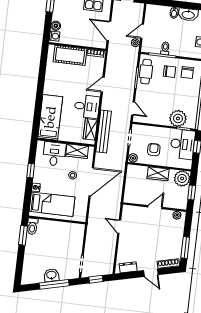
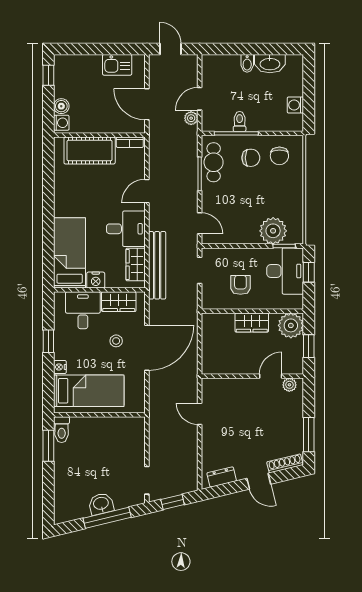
nightstand: (64, 136) -> (96, 280), added
plant: (133, 158) -> (209, 302), removed
door: (155, 207) -> (271, 376), moved

